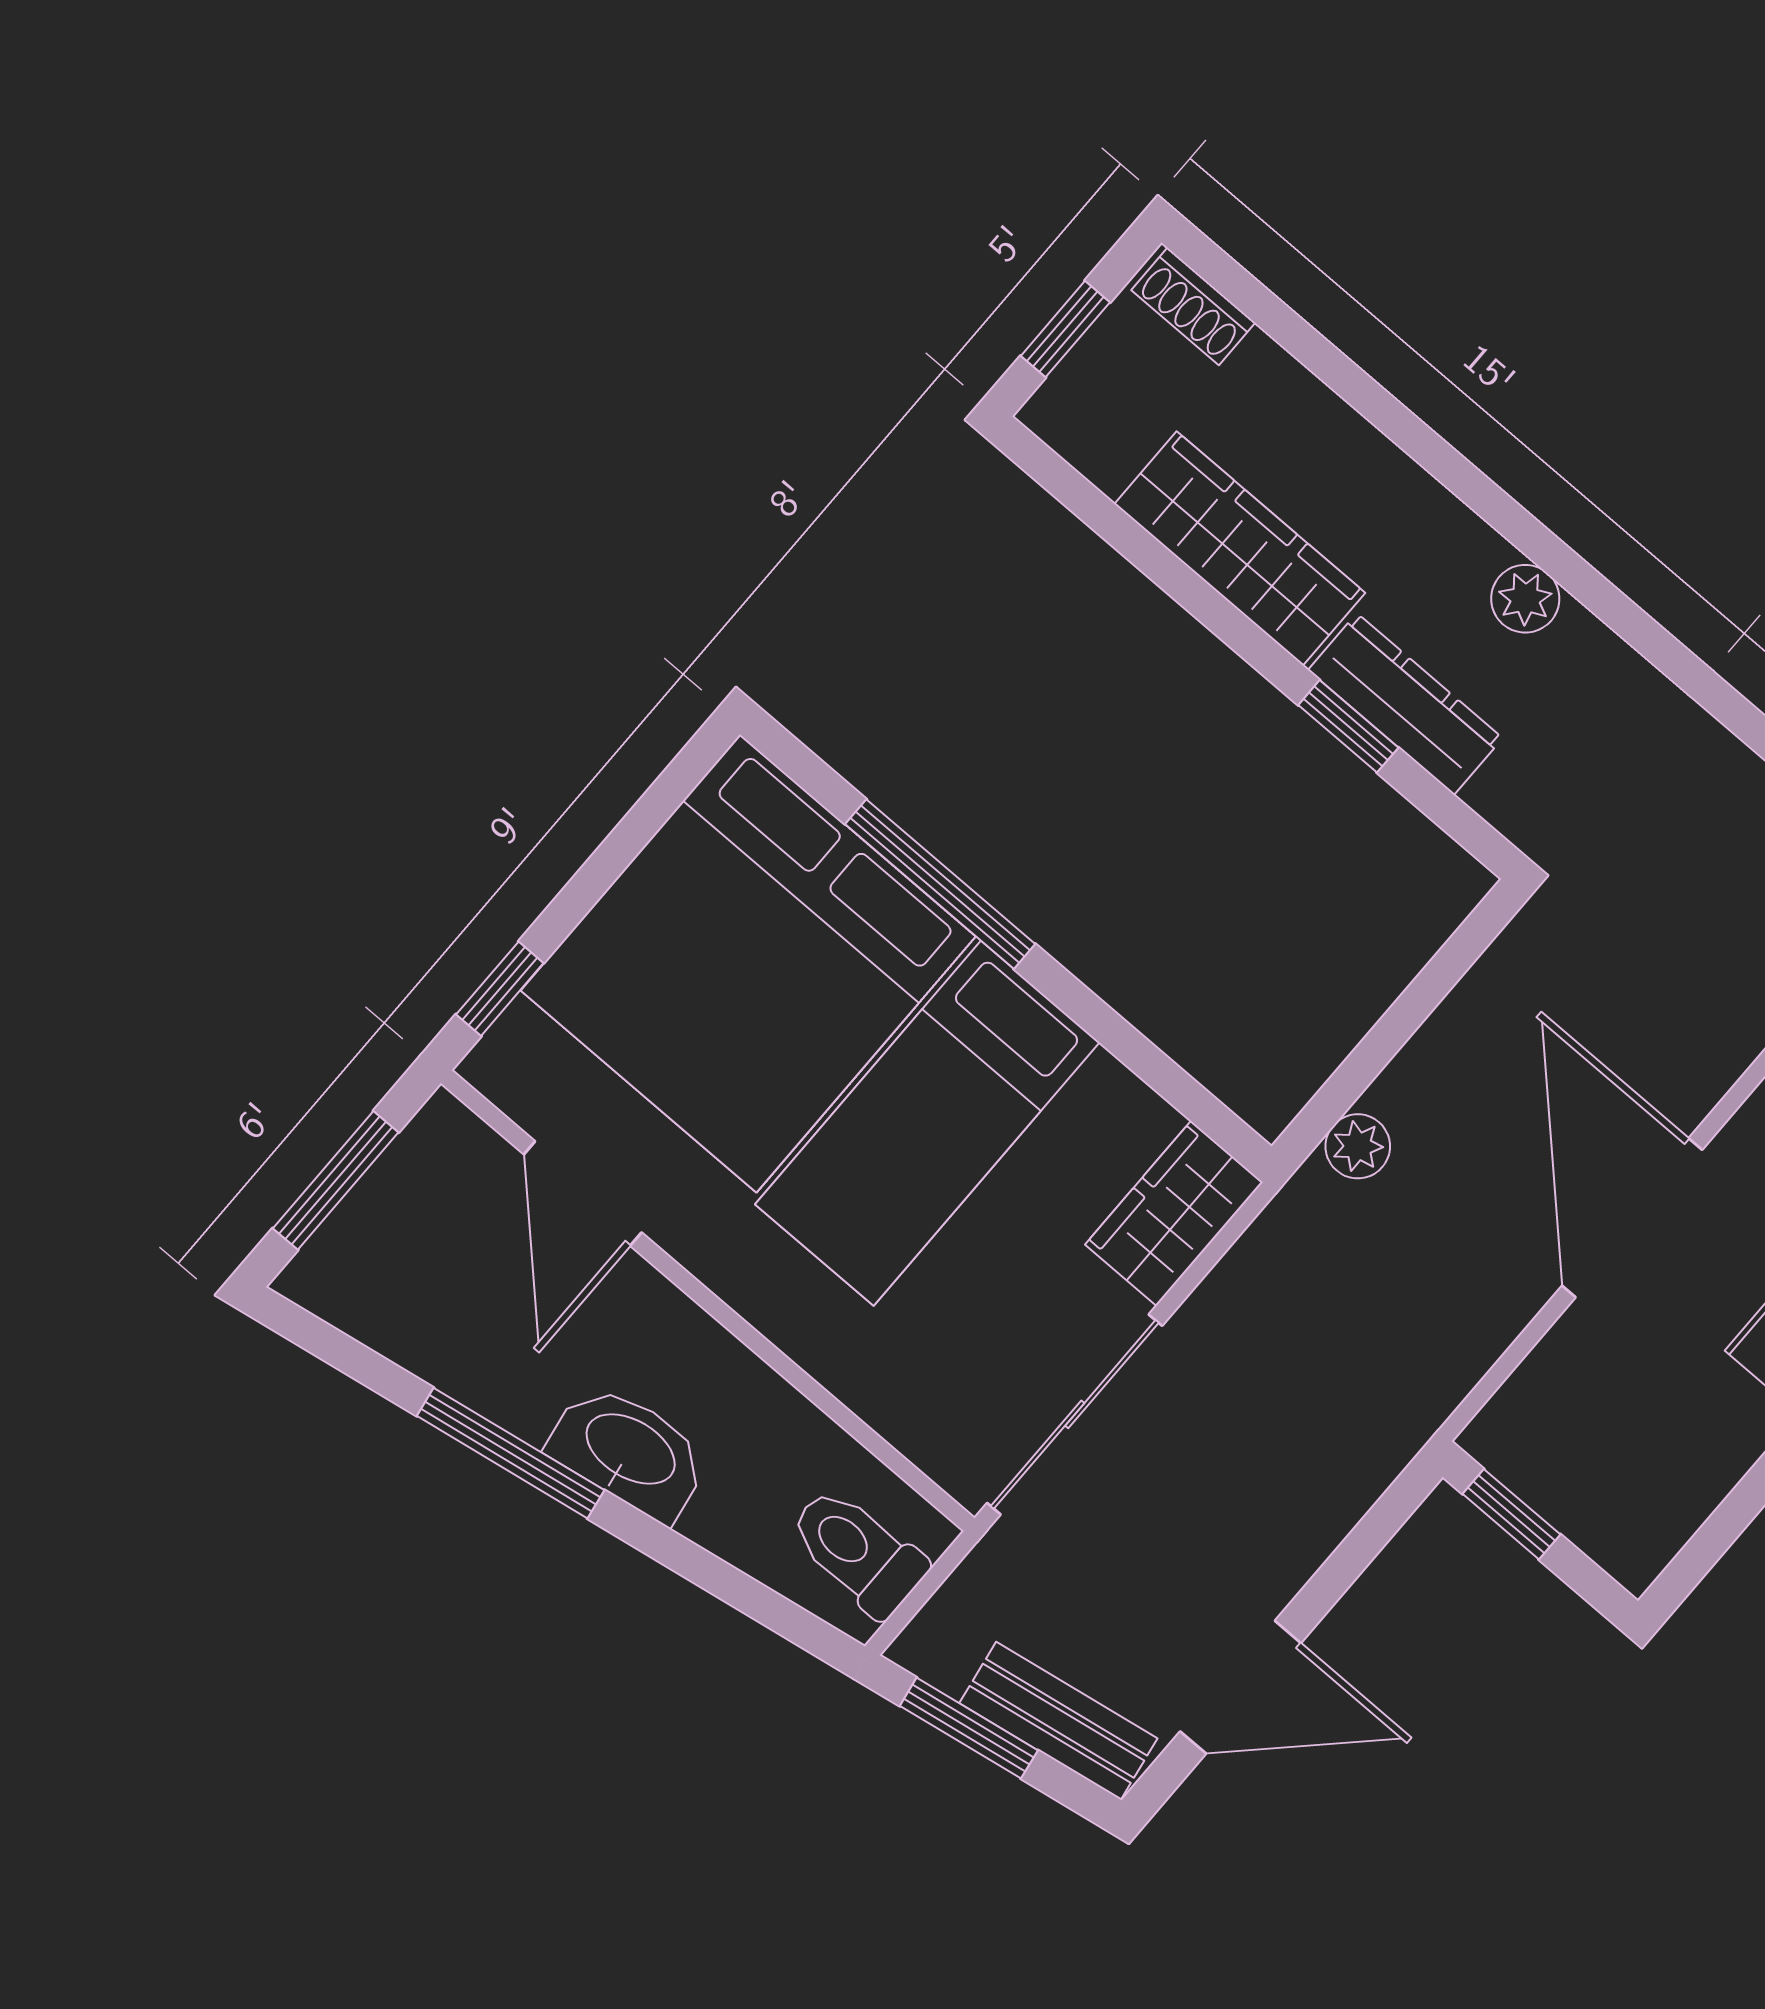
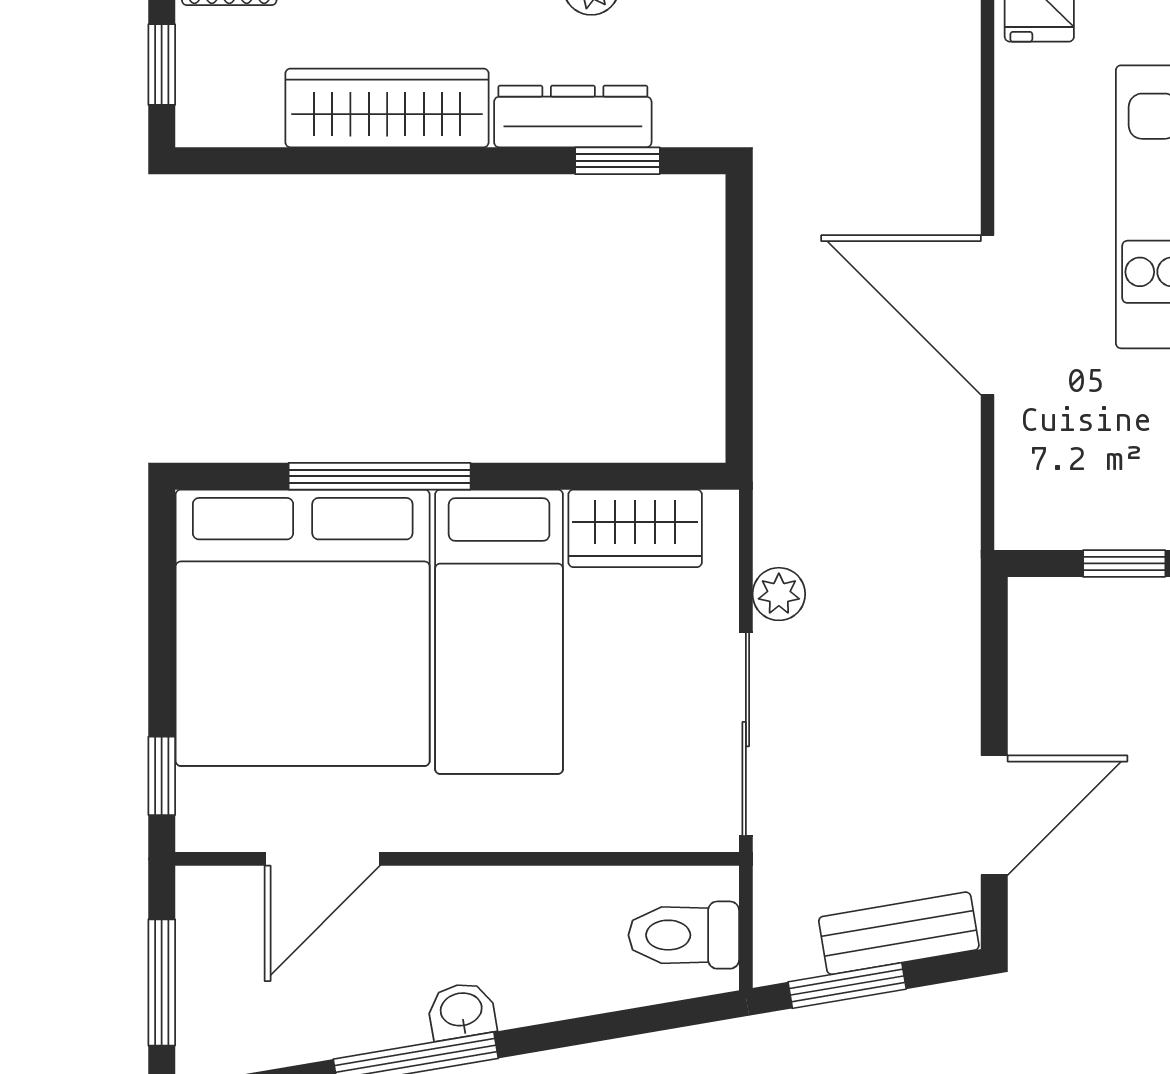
window: (1348, 726) -> (617, 161), moved
plant: (1358, 1146) -> (779, 594), moved
door: (583, 1193) -> (322, 859), hinge flipped
wardrobe: (1174, 1213) -> (635, 528), moved, turned -90
washbasin: (629, 1451) -> (461, 1011), width x0.52, depth x0.69
window: (1511, 1514) -> (1124, 563), moved

